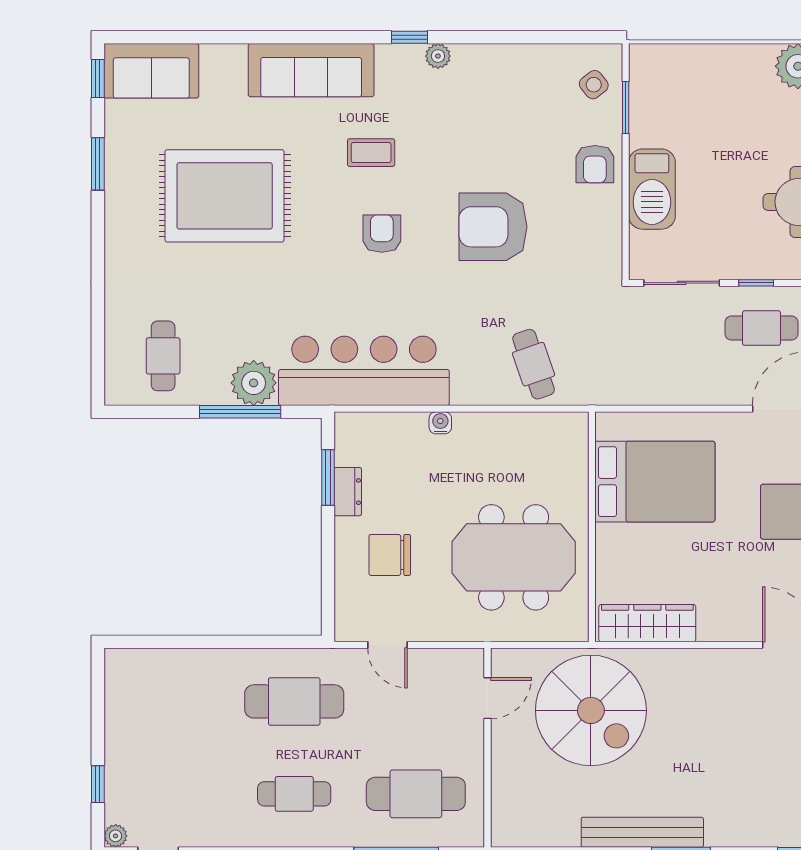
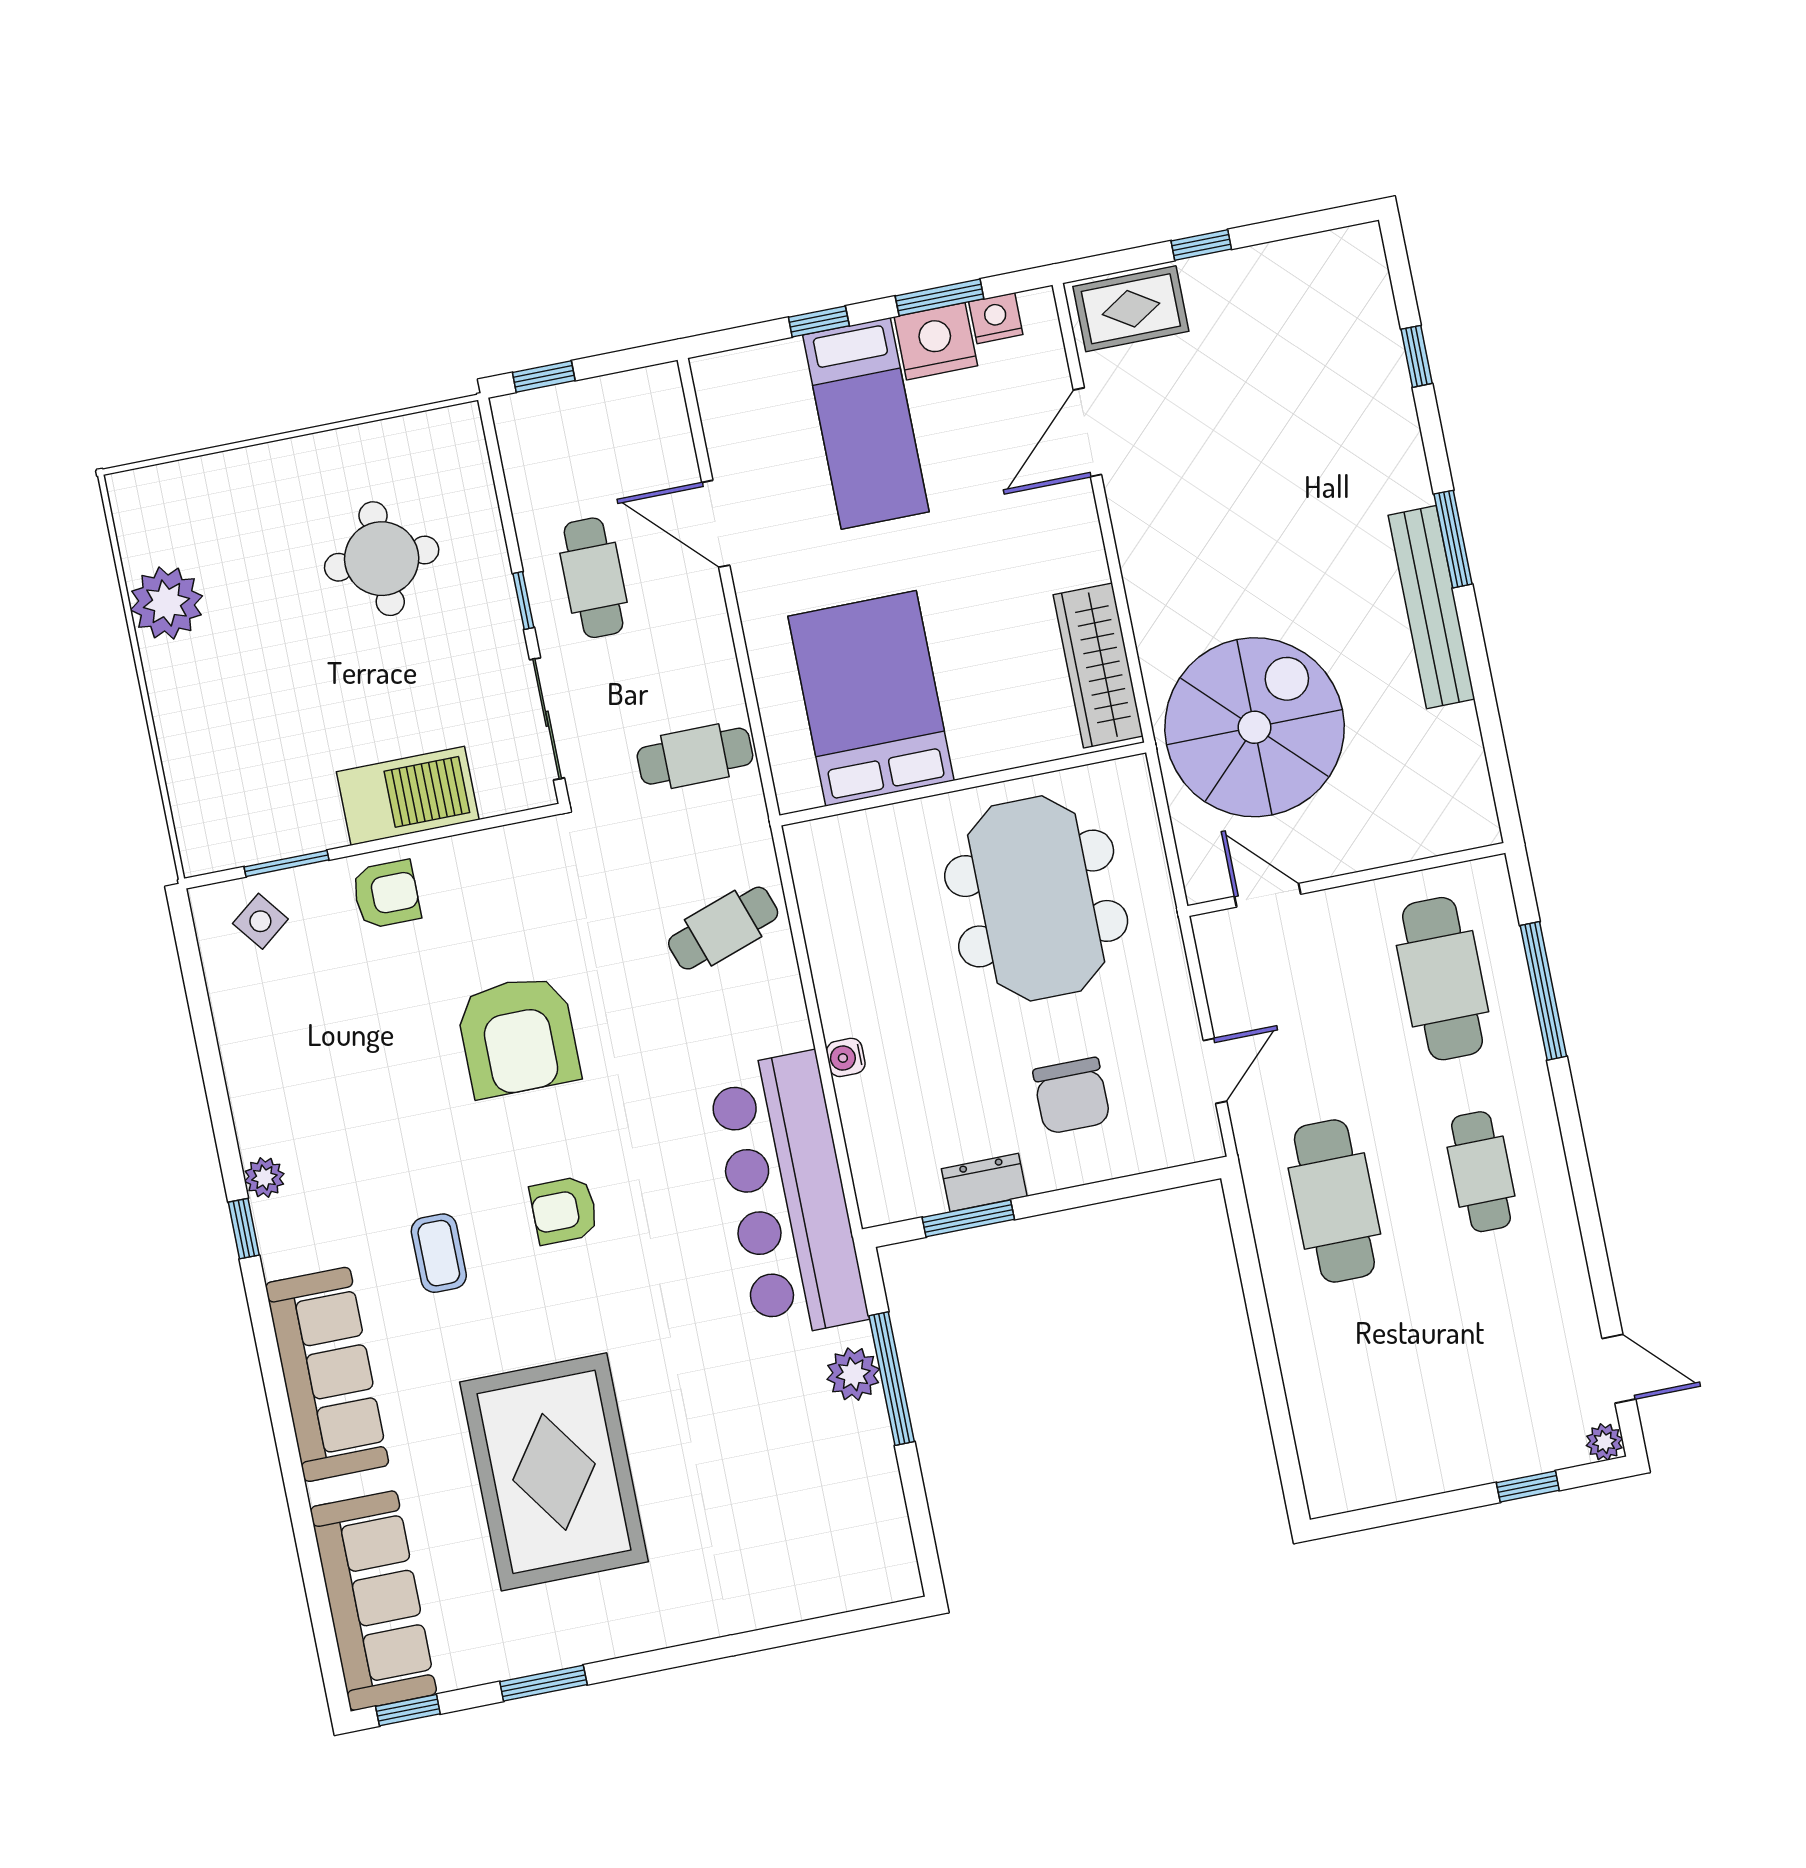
sofa: (151, 71) -> (373, 1601), width x1.36
cafe table: (163, 356) -> (695, 756), moved
plant: (254, 383) -> (853, 1374), width x0.73, depth x0.73

